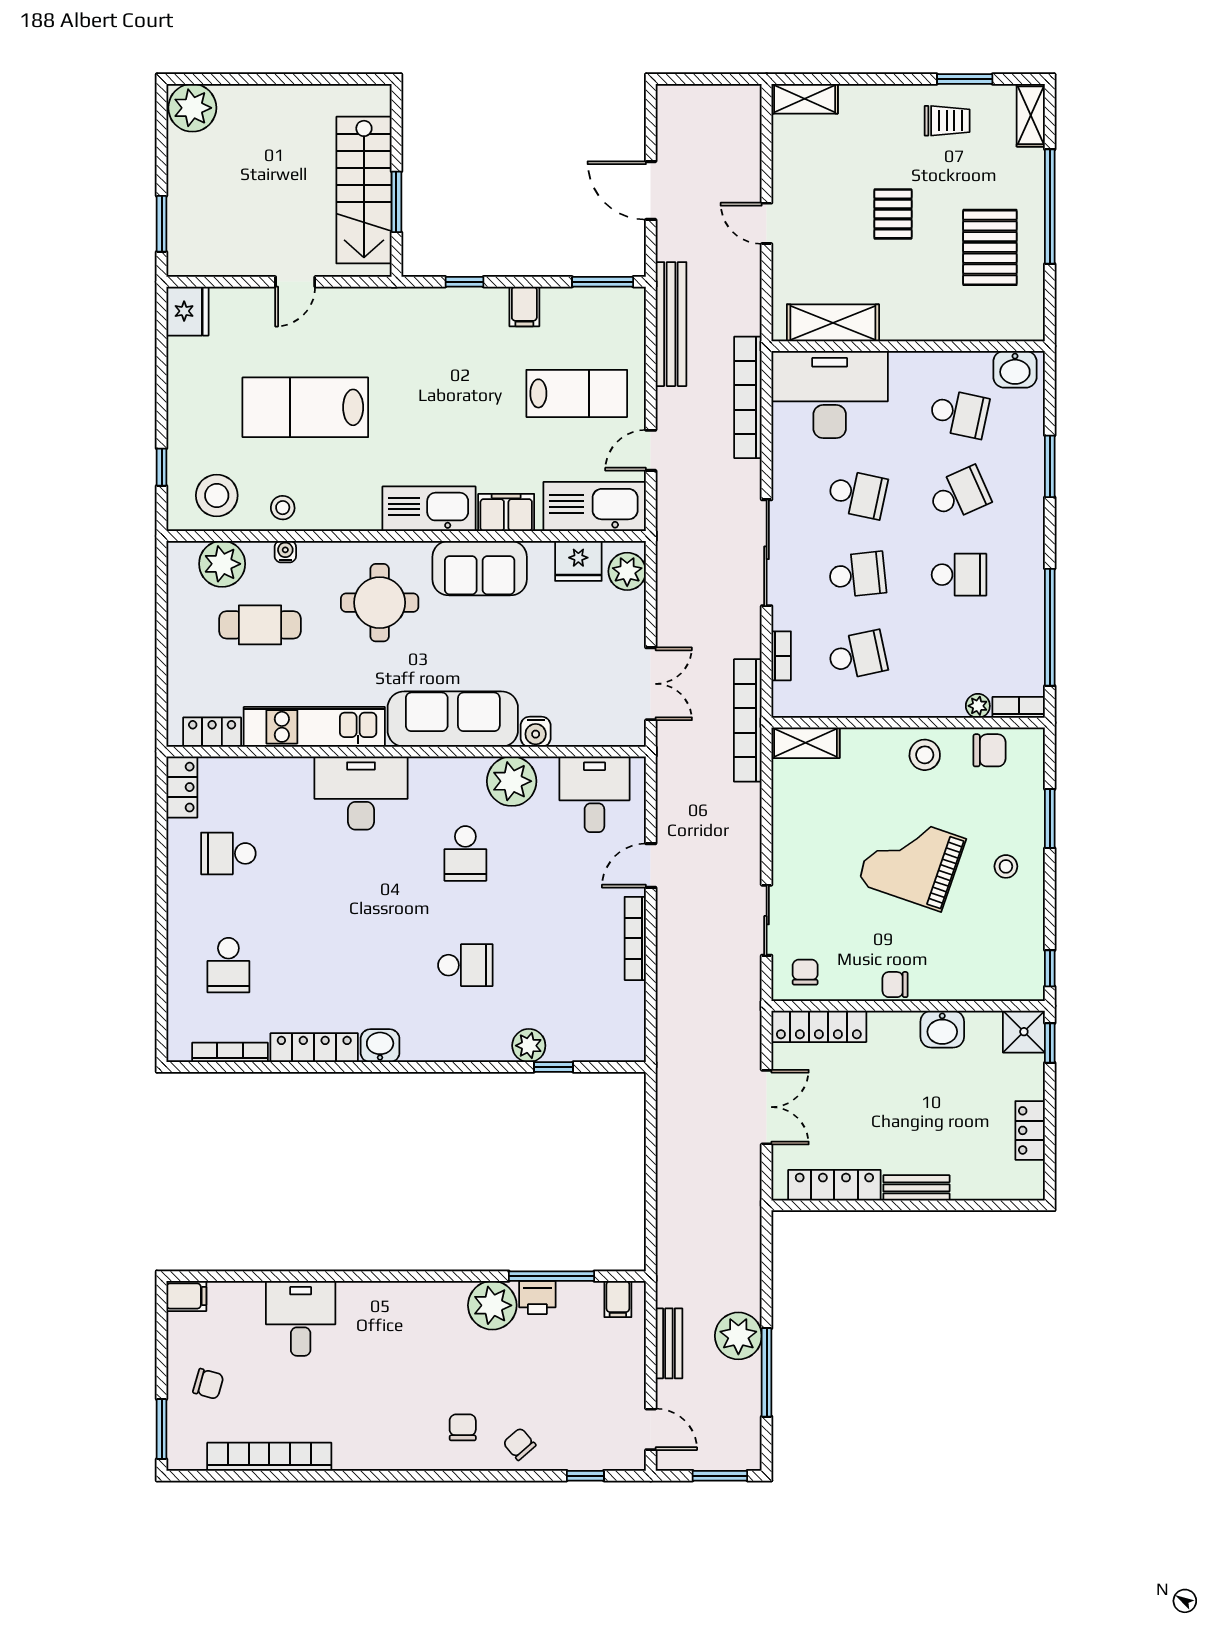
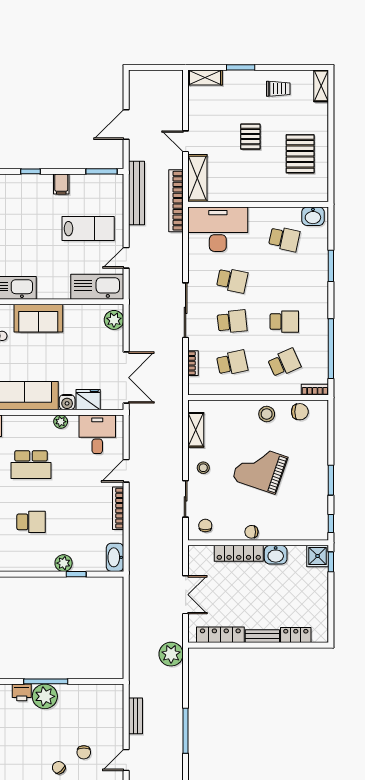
window: (965, 79) -> (241, 67), moved
door: (651, 191) -> (126, 125), hinge flipped
window: (1050, 207) -> (331, 133), removed
shelving: (833, 323) -> (197, 178), moved, turned 90
bookcase: (748, 397) -> (176, 201), moved
school desk: (959, 494) -> (284, 363), moved
filing cabinet: (506, 512) -> (52, 290), removed
fridge: (578, 561) -> (88, 400), moved, turned 180
double door: (651, 684) -> (126, 378), width x1.37
plant: (978, 706) -> (294, 389), removed
bookcase: (748, 720) -> (176, 396), removed
shelving: (805, 743) -> (196, 430), moved, turned 90
plant: (512, 781) -> (61, 422), width x0.53, depth x0.53
window: (1050, 819) -> (331, 480), moved
school desk: (465, 853) -> (31, 465), width x1.85
stool: (1006, 866) -> (203, 468), moved
locker: (819, 1026) -> (239, 553), moved
washbasin: (629, 1034) -> (115, 557), added
locker: (1030, 1130) -> (296, 635), moved, turned 90
window: (551, 1276) -> (46, 681), moved
printer: (537, 1298) -> (22, 692), moved
filing cabinet: (618, 1299) -> (109, 693), removed
plant: (738, 1336) -> (171, 654), moved
chair: (463, 1427) -> (84, 752), moved, turned 180
door: (651, 1429) -> (126, 760), swing flipped

